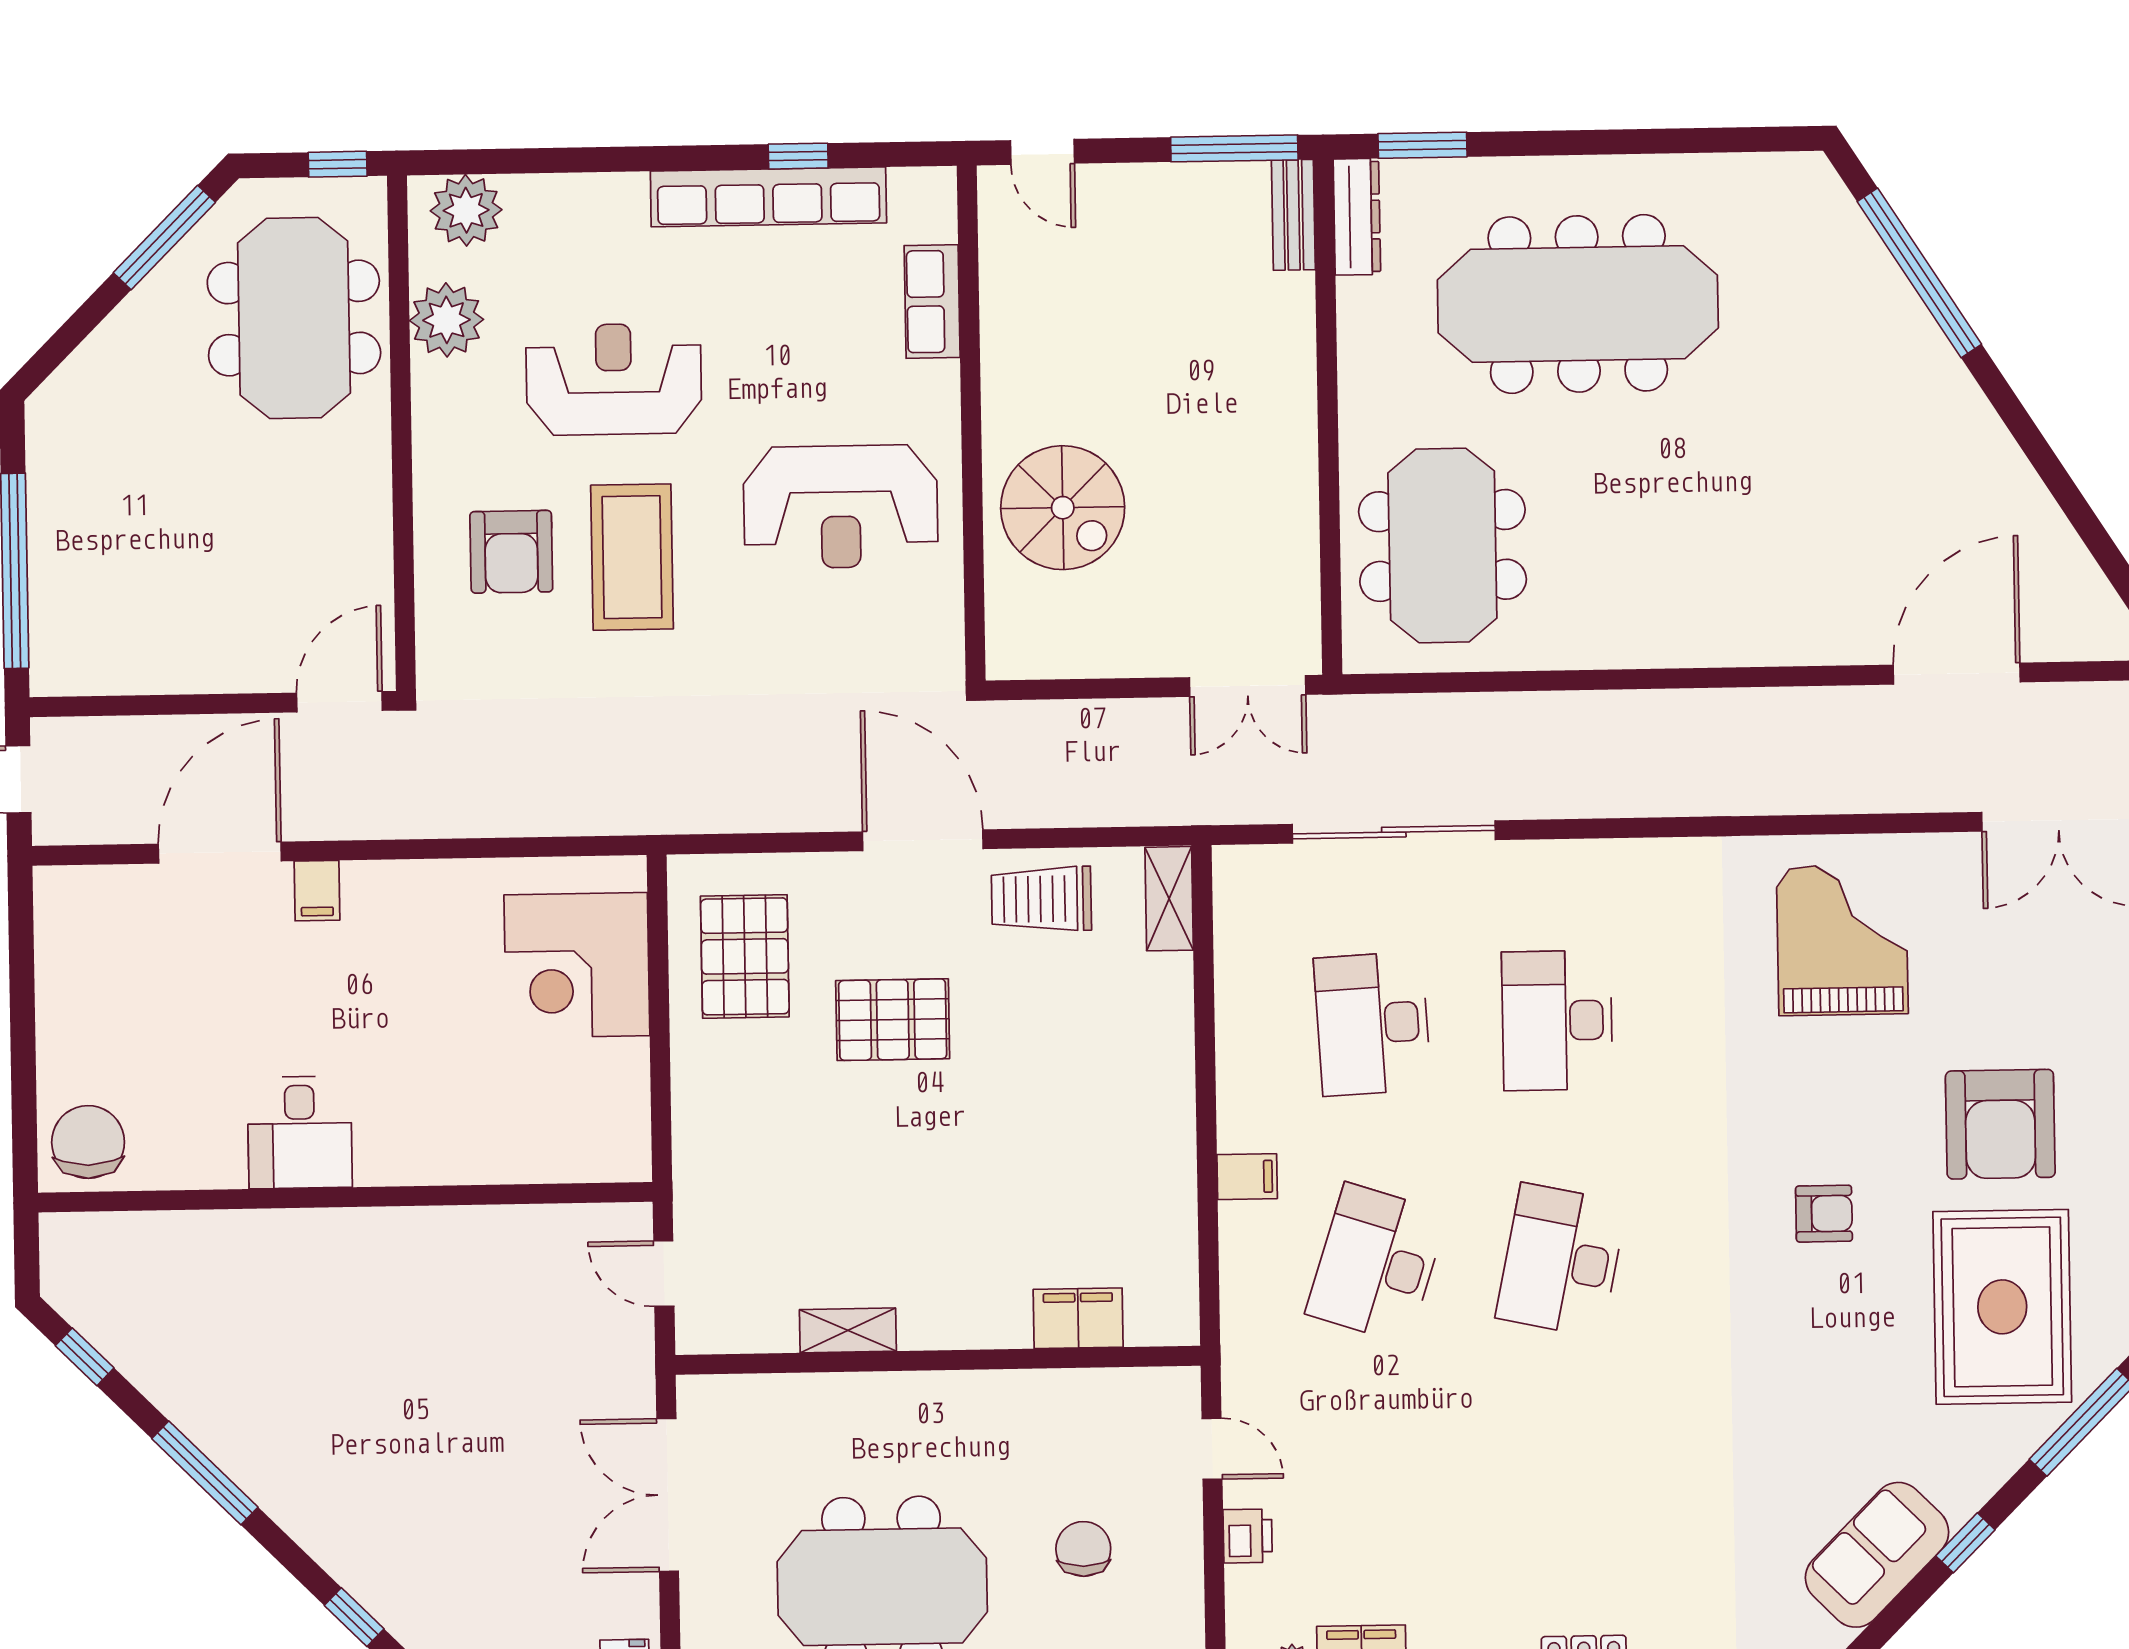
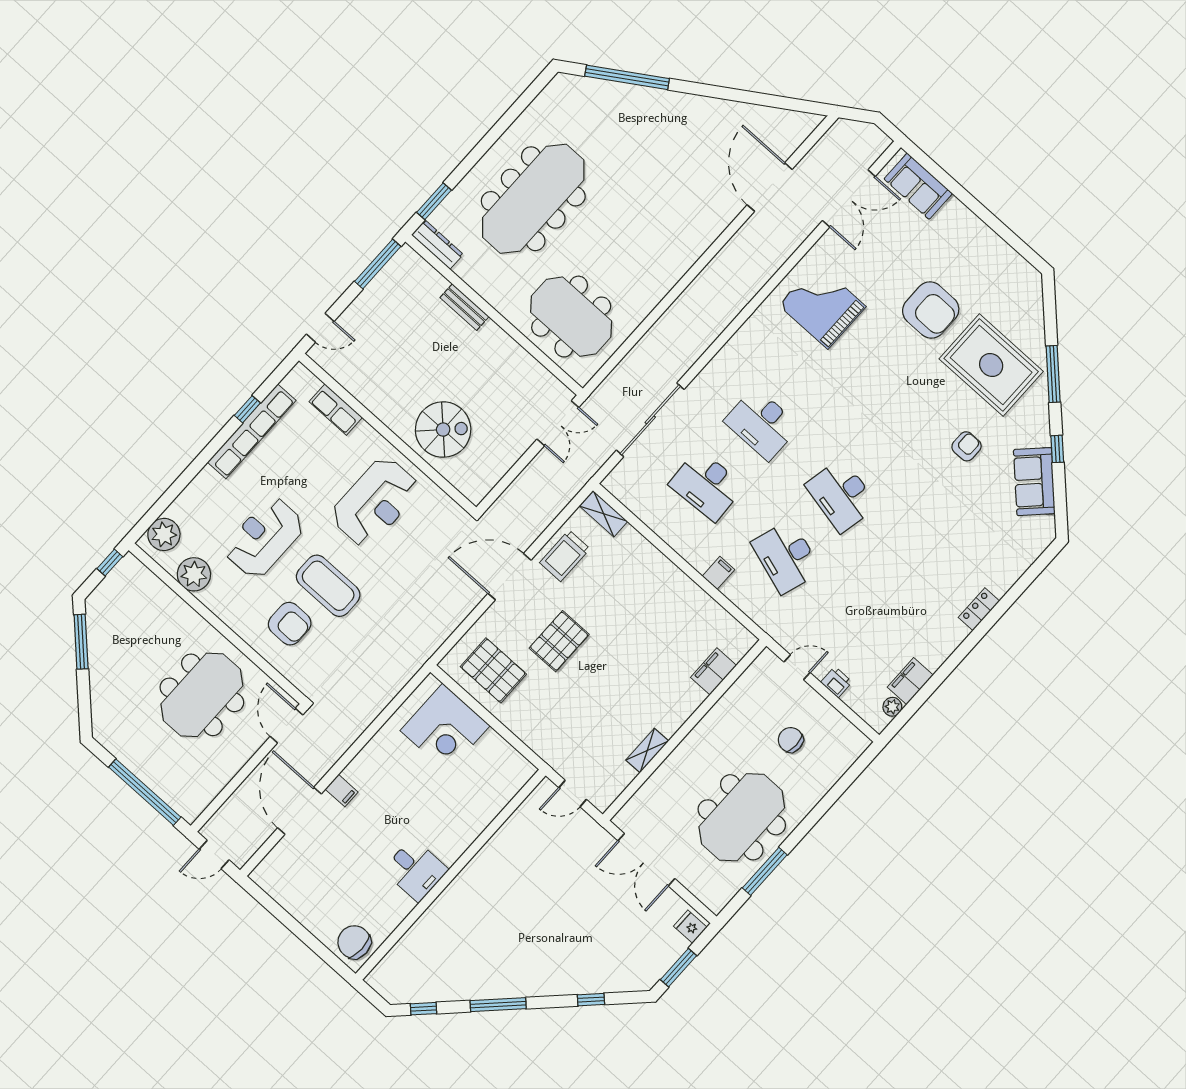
bench: (1293, 215) -> (465, 307), moved
meeting table: (294, 318) -> (202, 695), moved, turned 90
armchair: (1824, 1214) -> (967, 446), moved

